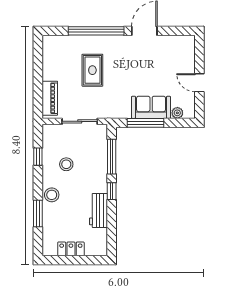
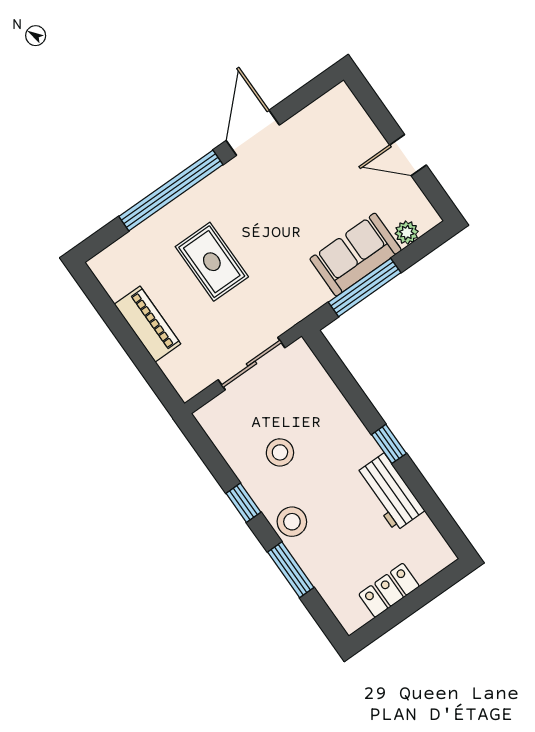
piano: (50, 98) -> (148, 324), moved
window: (38, 157) -> (243, 503), moved
window: (112, 157) -> (348, 385), removed

